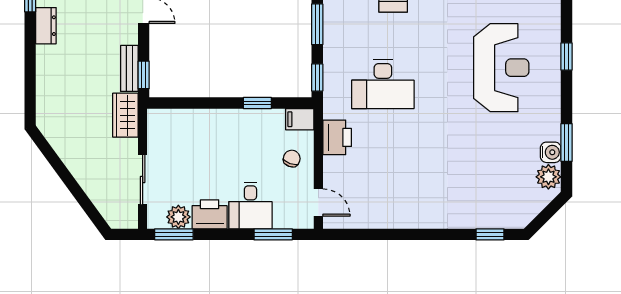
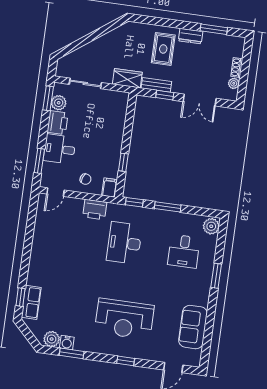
rug: (72, 65) -> (163, 49), added
window: (144, 75) -> (165, 95), moved
row of seats: (496, 217) -> (31, 302), added

